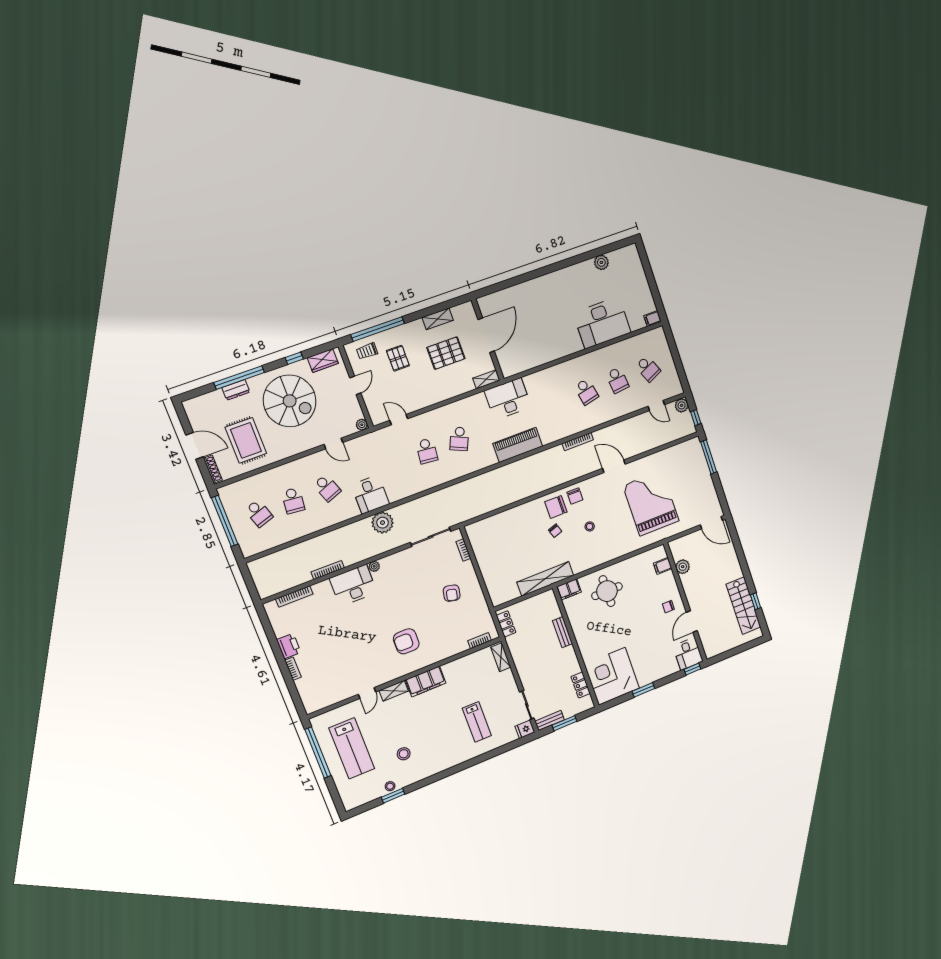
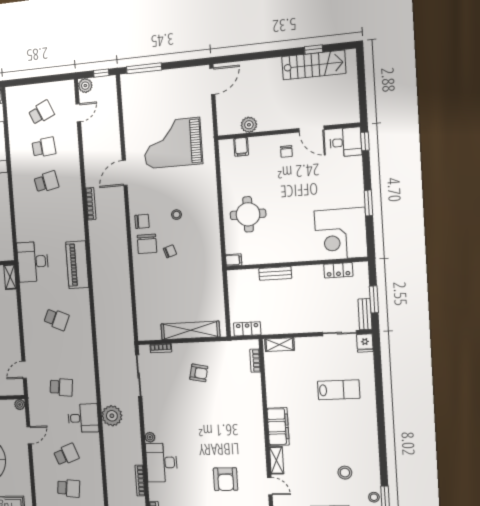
school desk: (427, 451) -> (61, 387), moved
shelving: (545, 579) -> (190, 330), moved, turned 90
filing cabinet: (569, 589) -> (234, 260), width x0.50
armchair: (406, 641) -> (226, 479), moved

